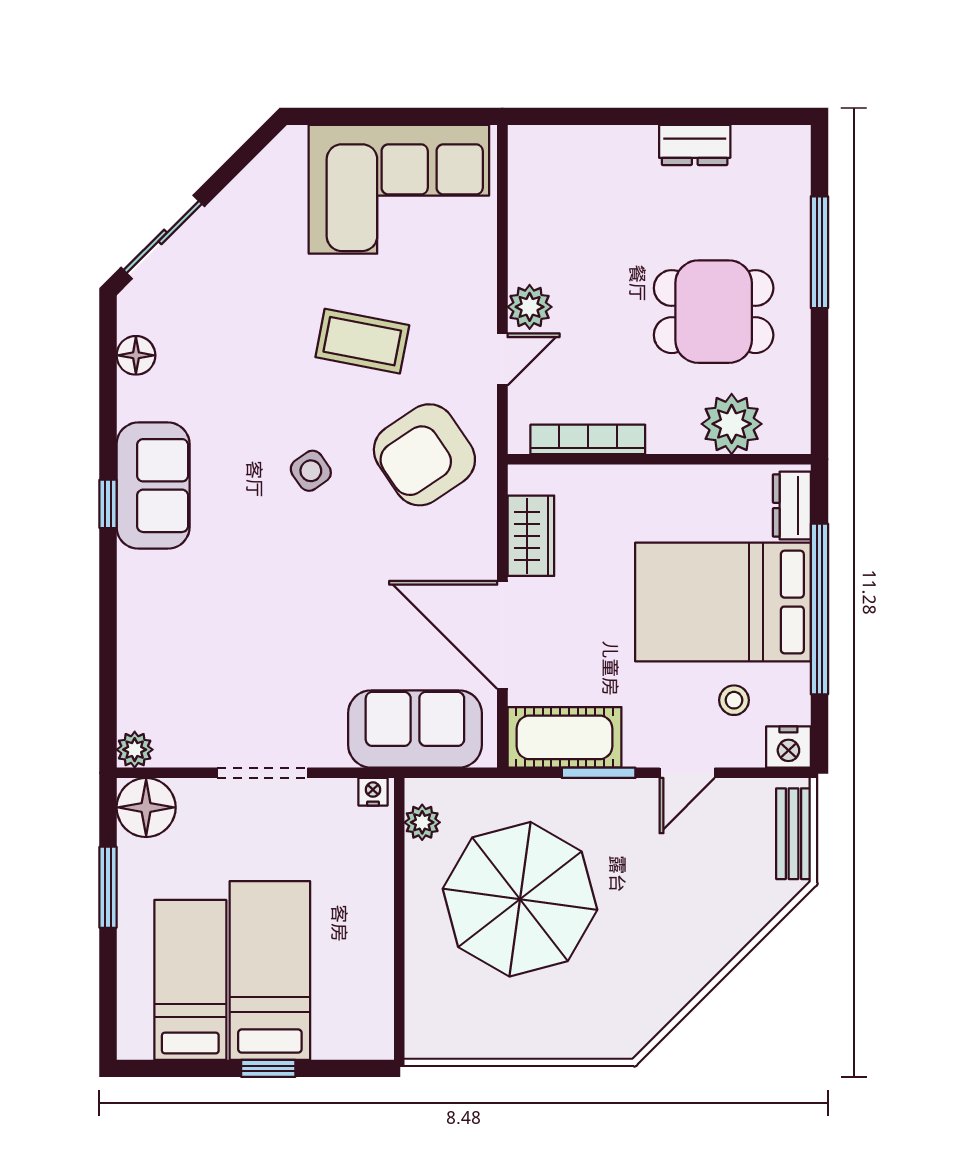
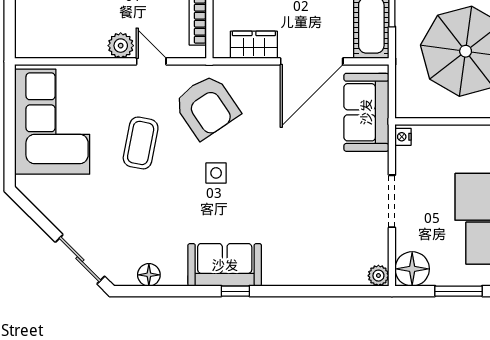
side table: (311, 471) -> (216, 173), turned 35
plant: (422, 822) -> (421, 108), removed

